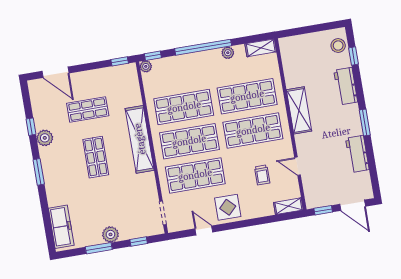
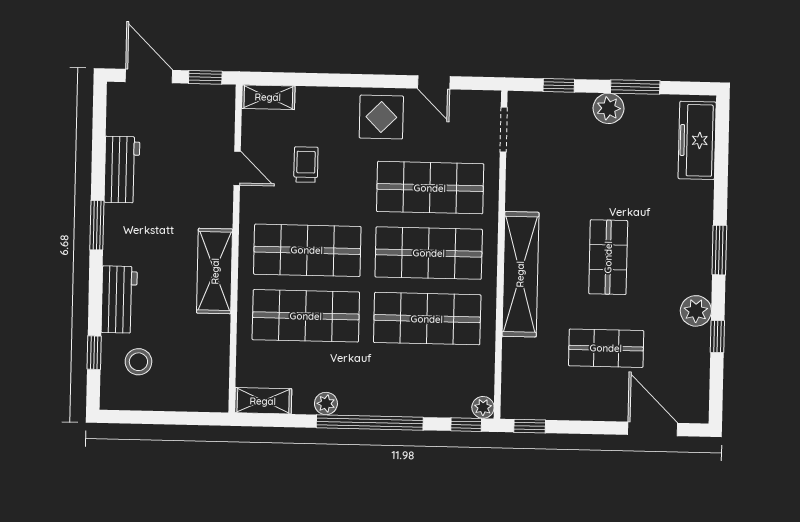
stool: (338, 46) -> (138, 362), moved

